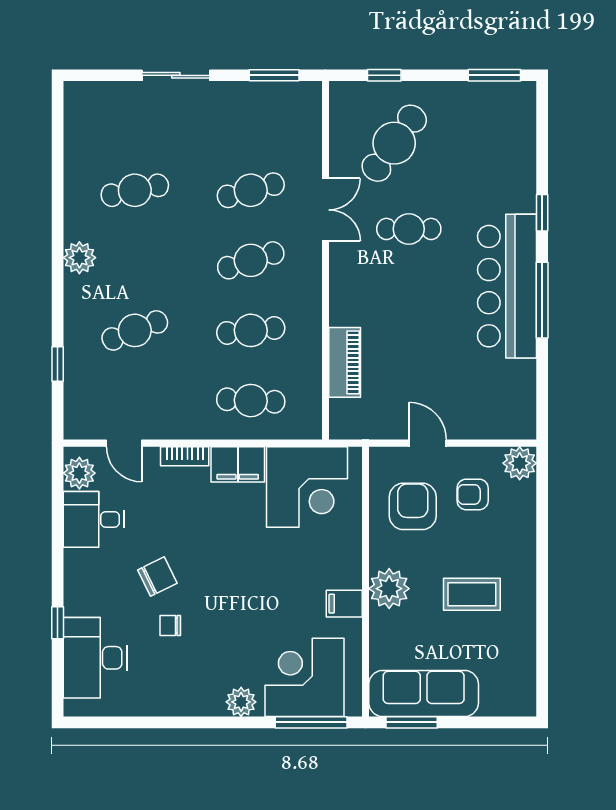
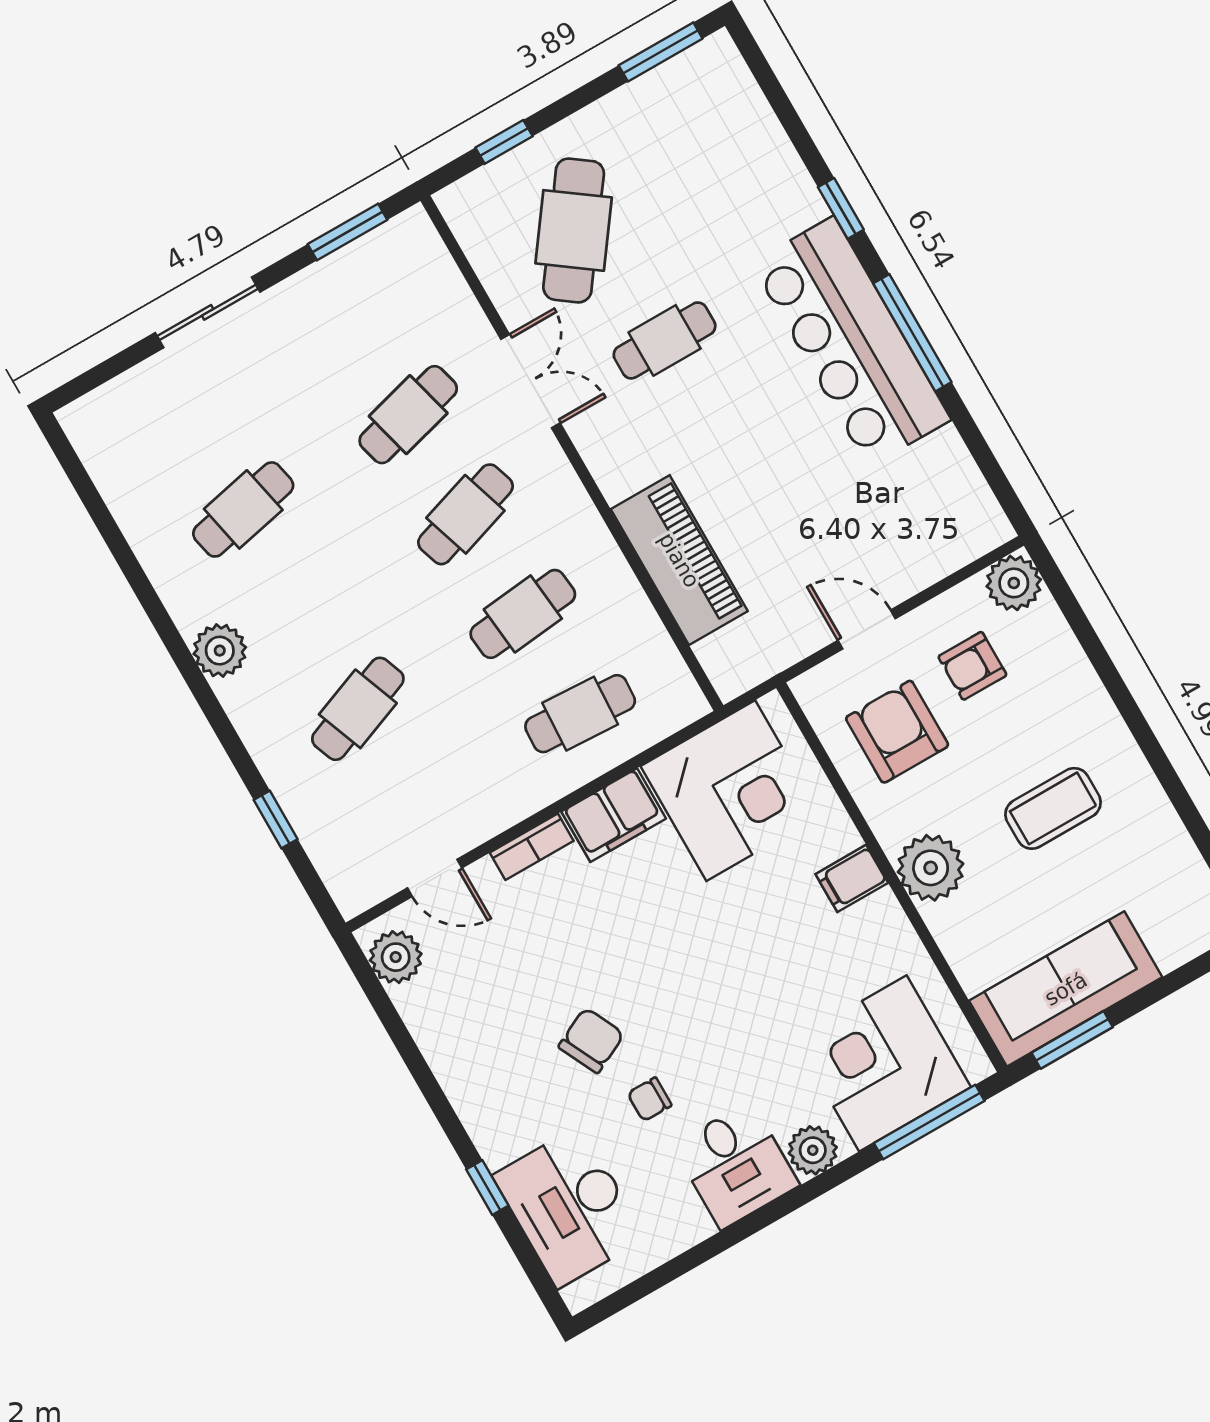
piano: (345, 362) -> (679, 560), width x1.37, depth x1.33
desk: (94, 519) -> (736, 1165), moved, turned -90
filing cabinet: (344, 604) -> (852, 878), moved

